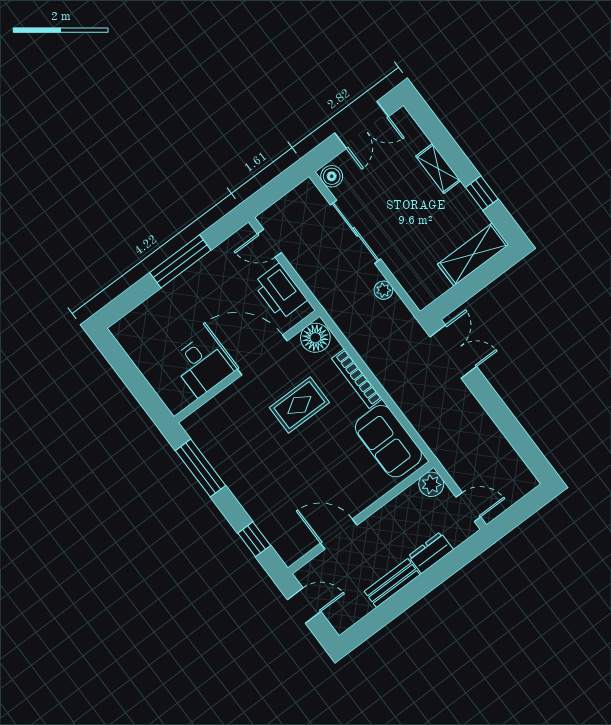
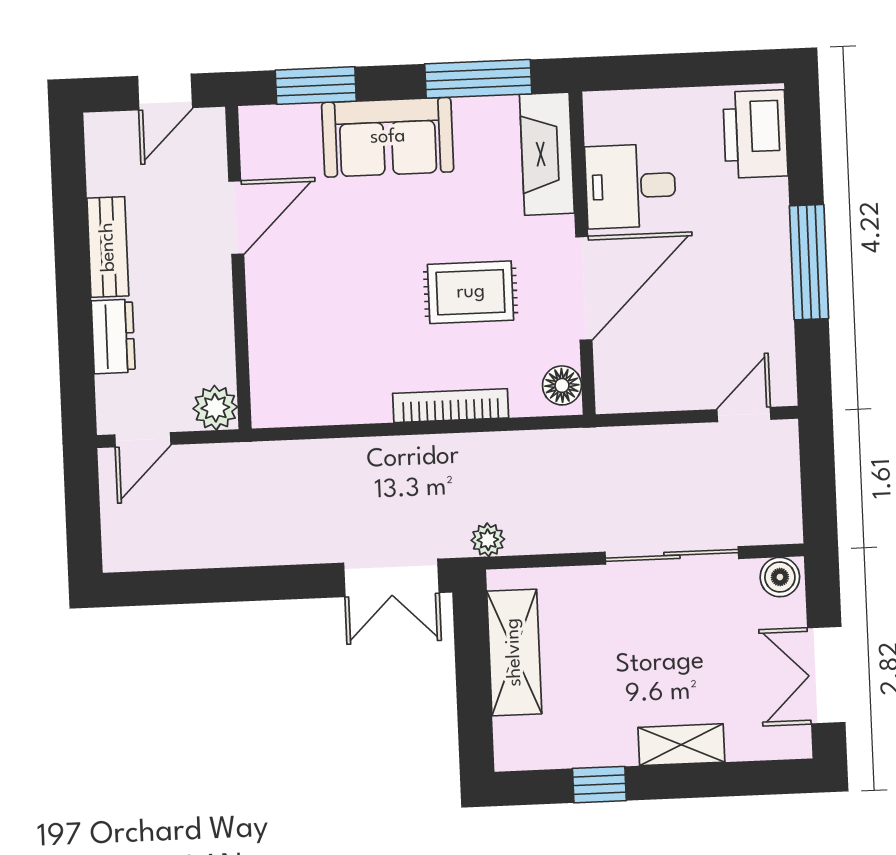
shelving: (473, 254) -> (514, 652), moved
plant: (383, 290) -> (488, 540), moved
printer: (280, 292) -> (755, 134), moved, turned -90
floor lamp: (315, 338) -> (562, 385), width x0.73, depth x0.73
rug: (299, 405) -> (471, 292), turned 90
fireplace: (213, 414) -> (547, 154), added
sofa: (388, 441) -> (388, 137), moved, turned 180
window: (254, 539) -> (316, 86), width x1.50

